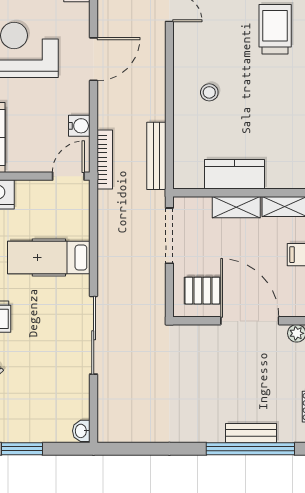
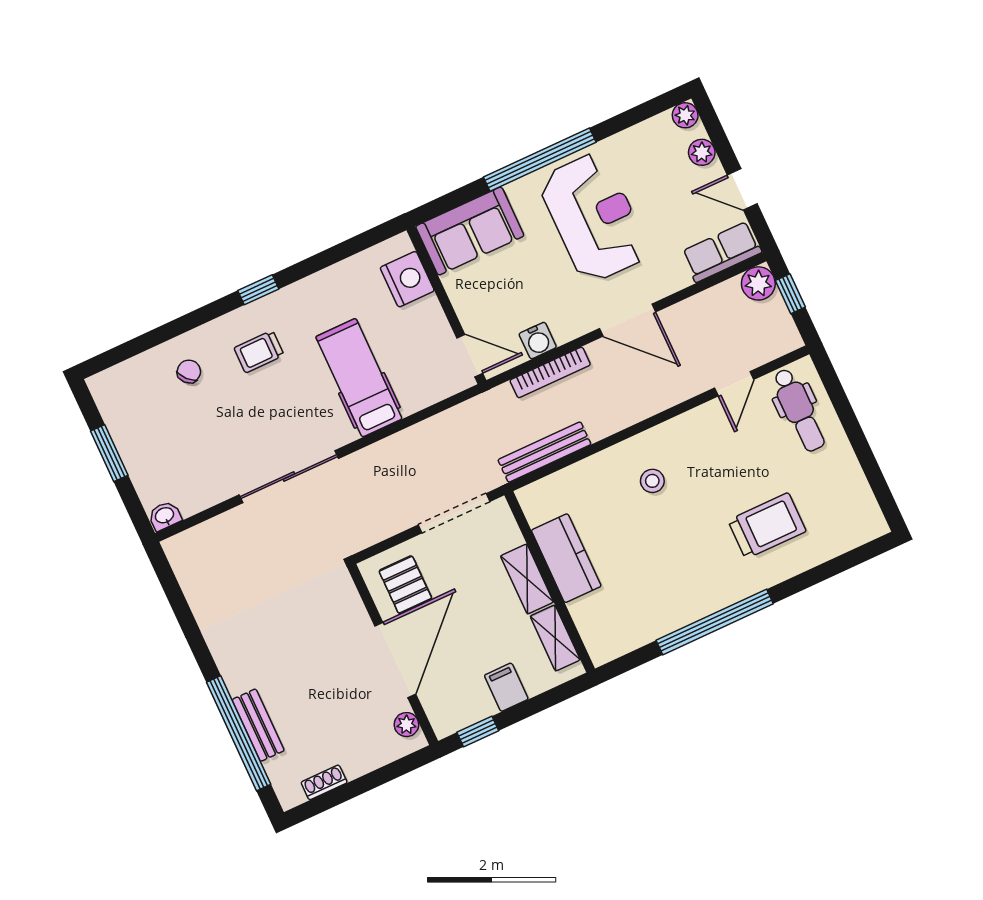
bookcase: (105, 160) -> (550, 372), moved

